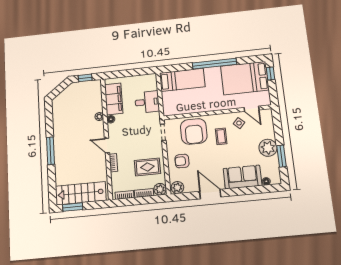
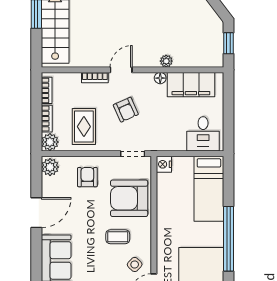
desk: (147, 102) -> (203, 134), moved
nightstand: (168, 111) -> (164, 164), added
armchair: (134, 140) -> (126, 110), added

